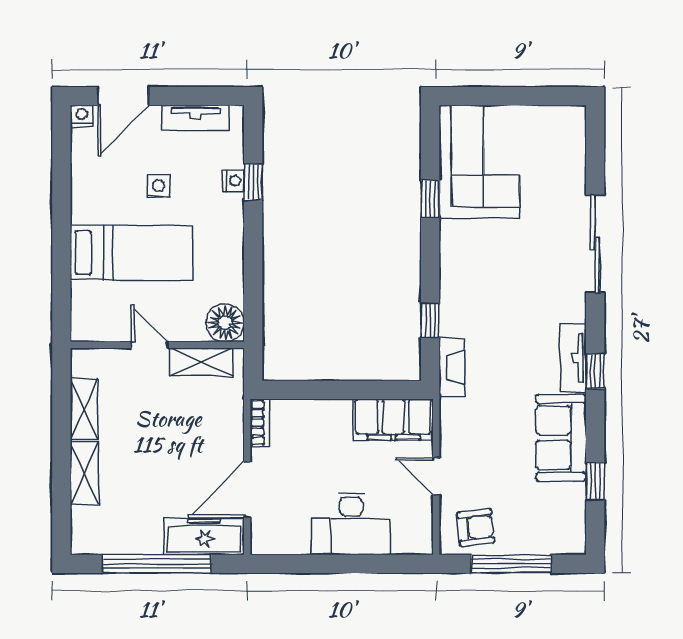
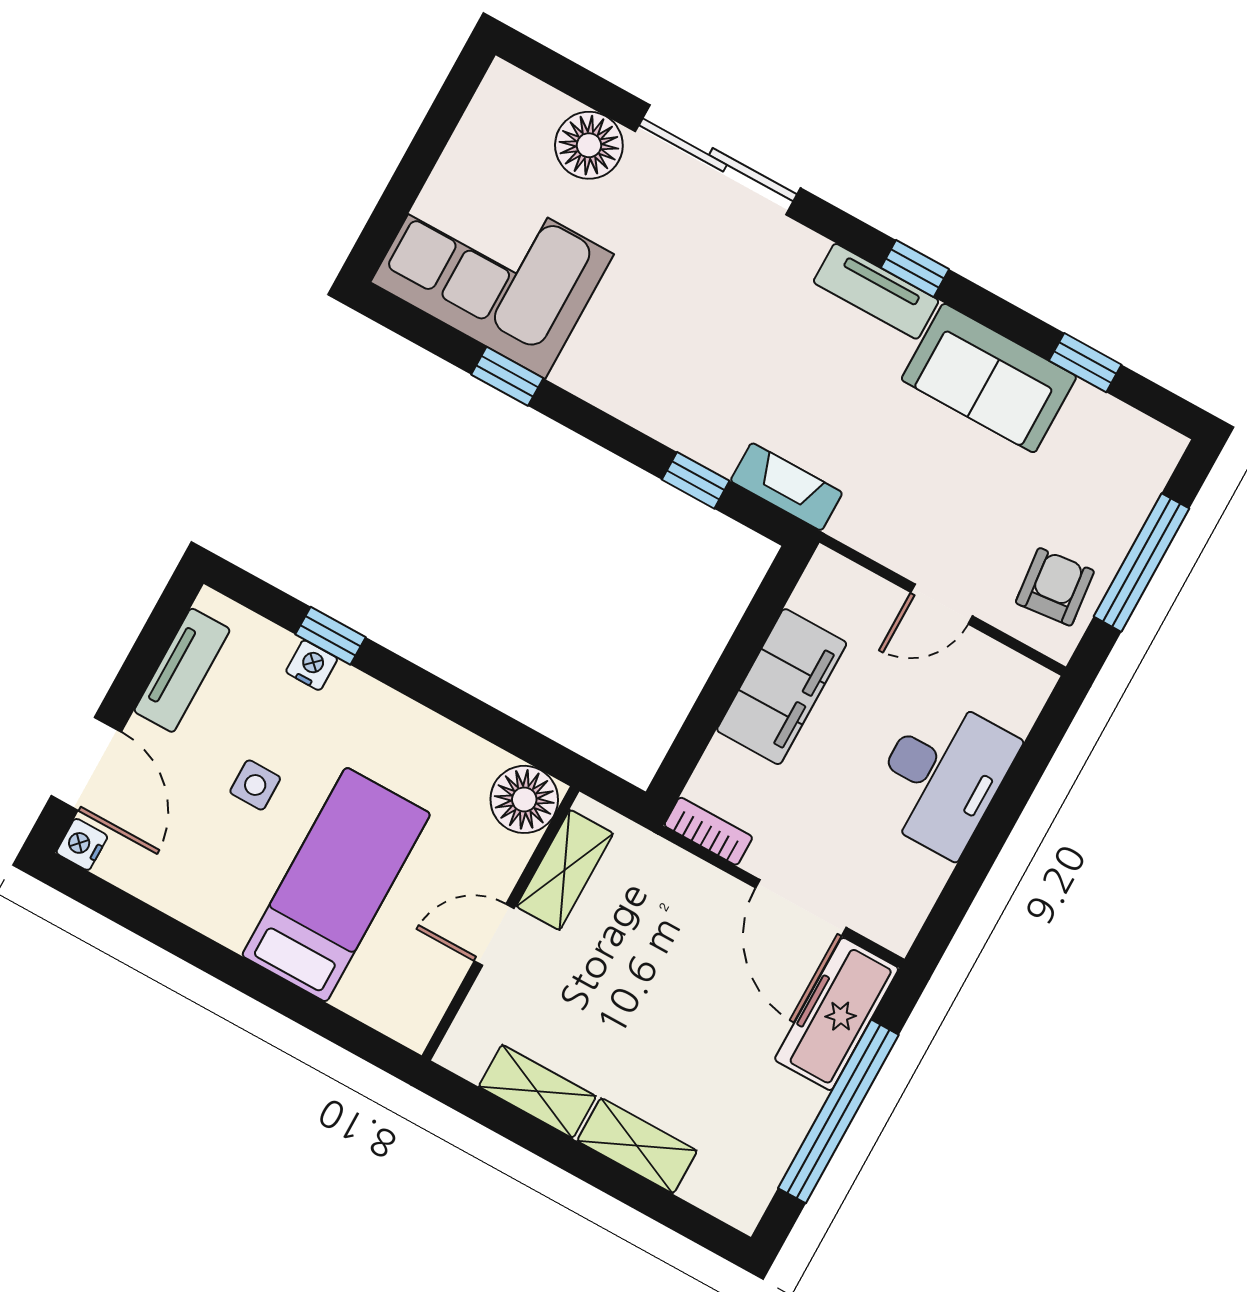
floor lamp: (567, 176) -> (589, 145), added
filing cabinet: (393, 419) -> (782, 687), moved

